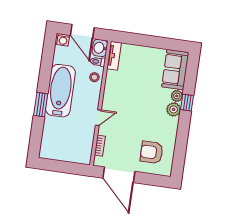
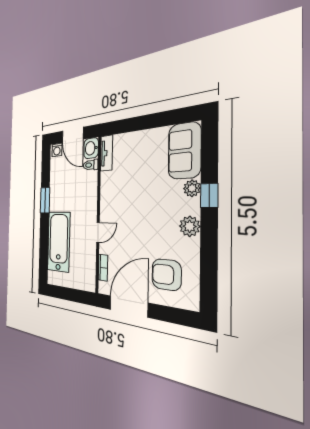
stool: (94, 77) -> (89, 184), removed
bathtub: (60, 91) -> (59, 241), moved
window: (41, 105) -> (45, 200), moved
plant: (174, 109) -> (190, 226), moved
door: (119, 175) -> (128, 306), swing flipped

